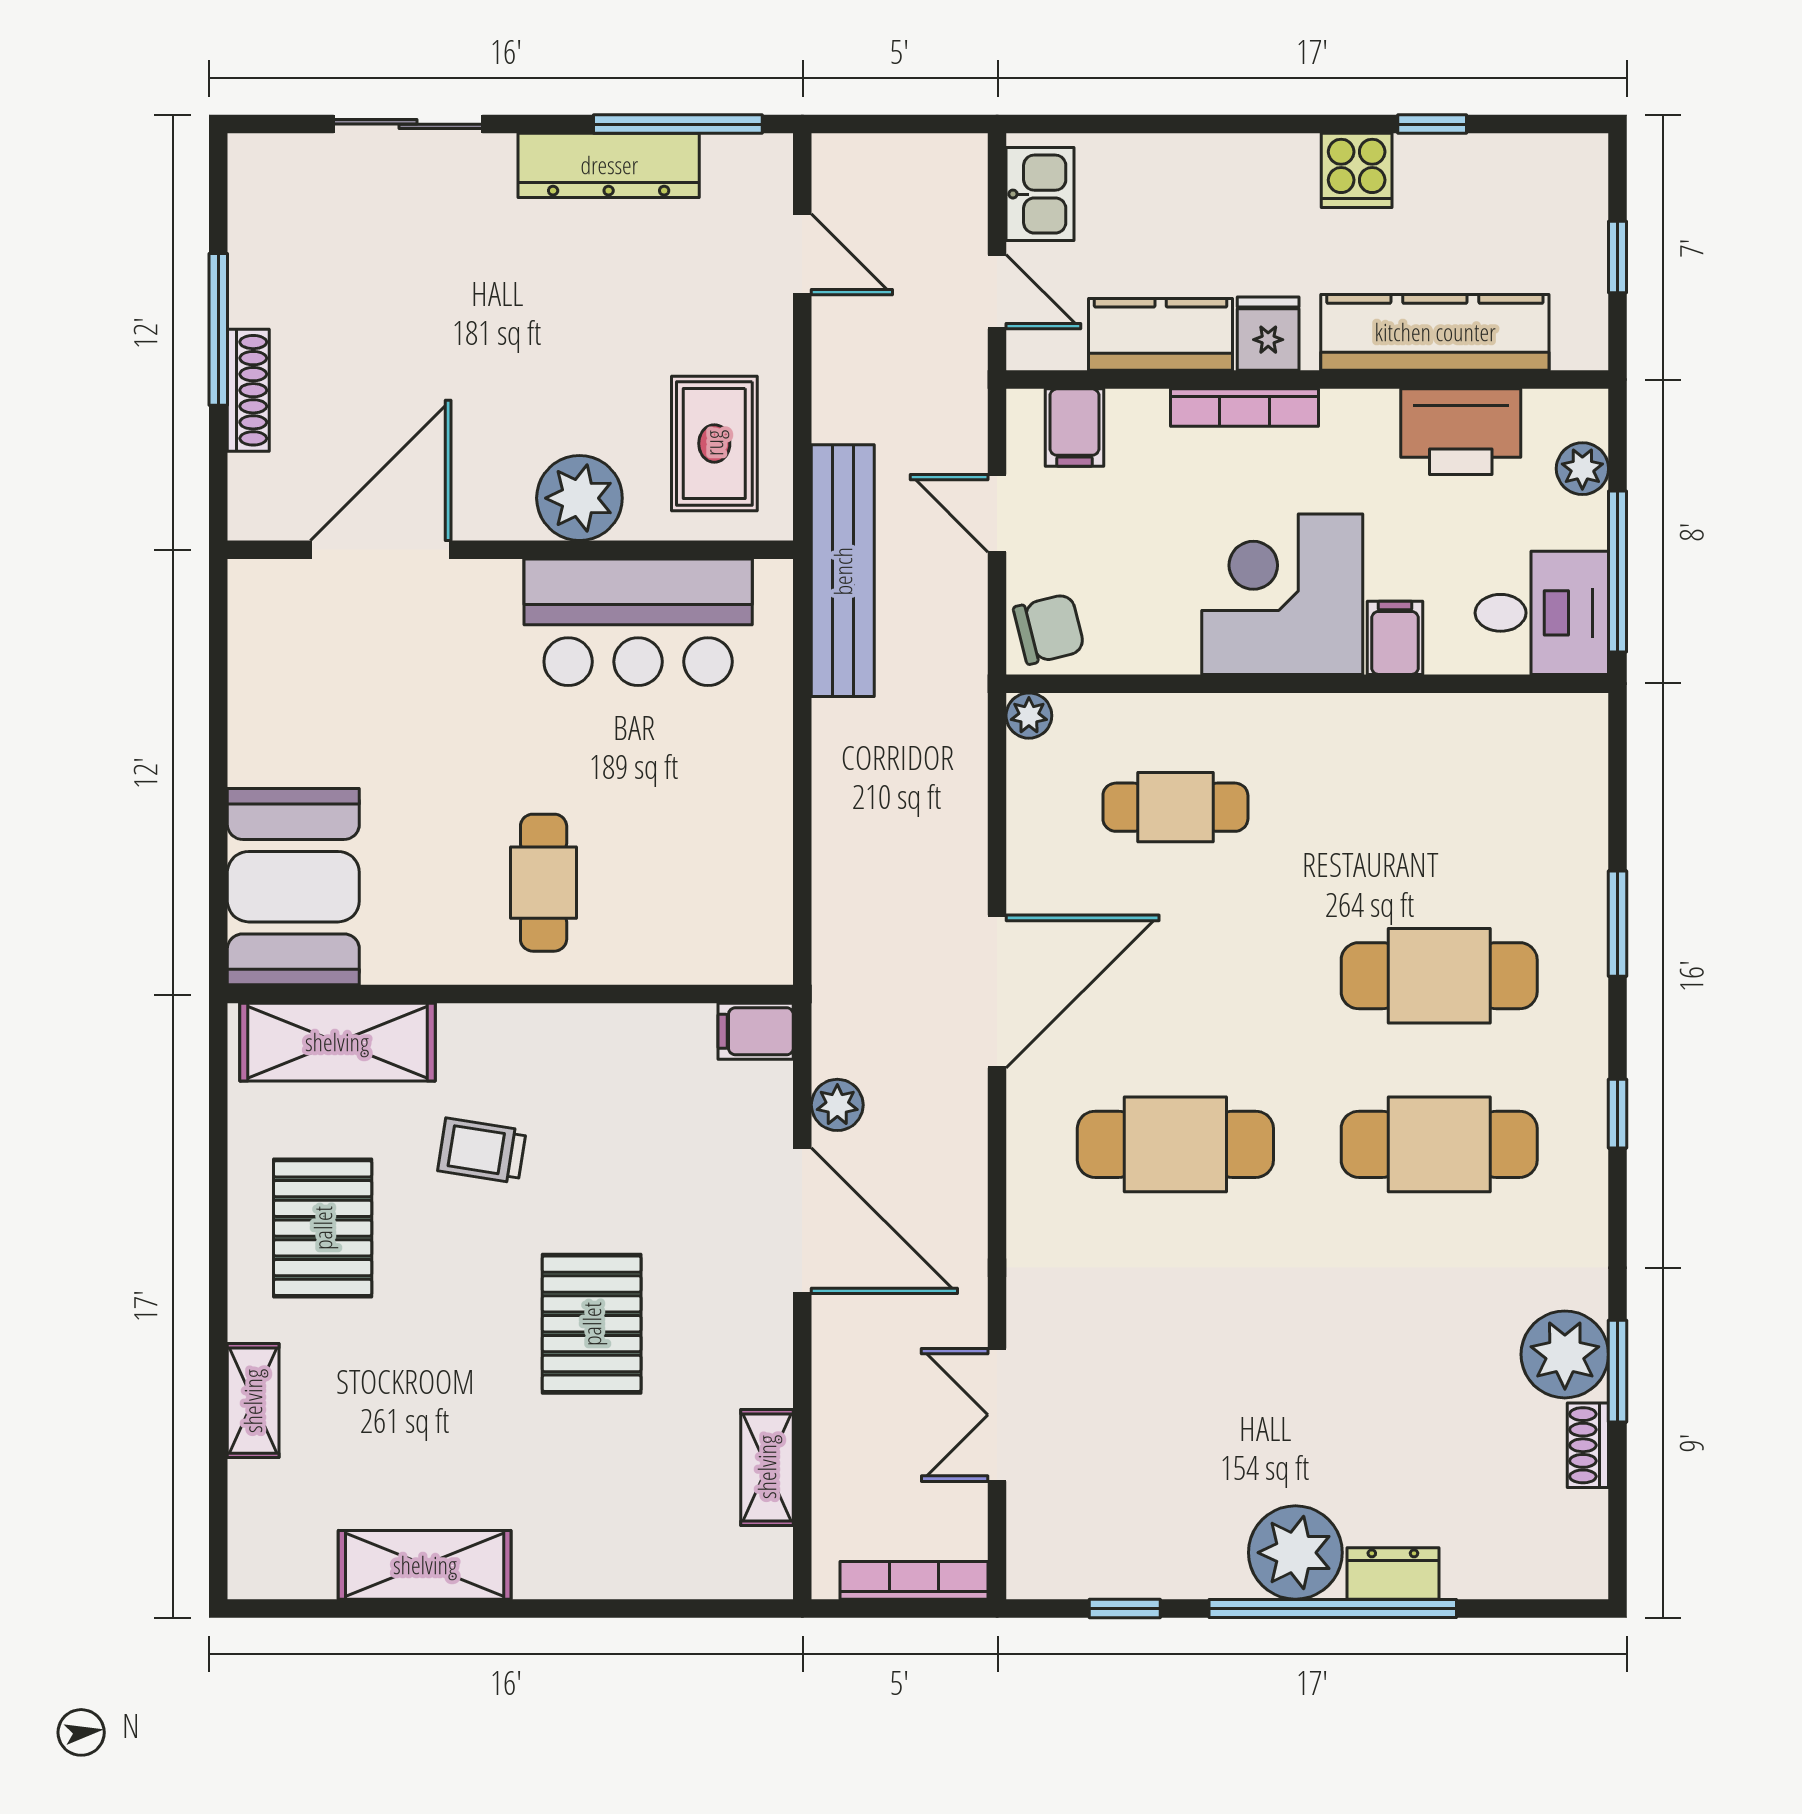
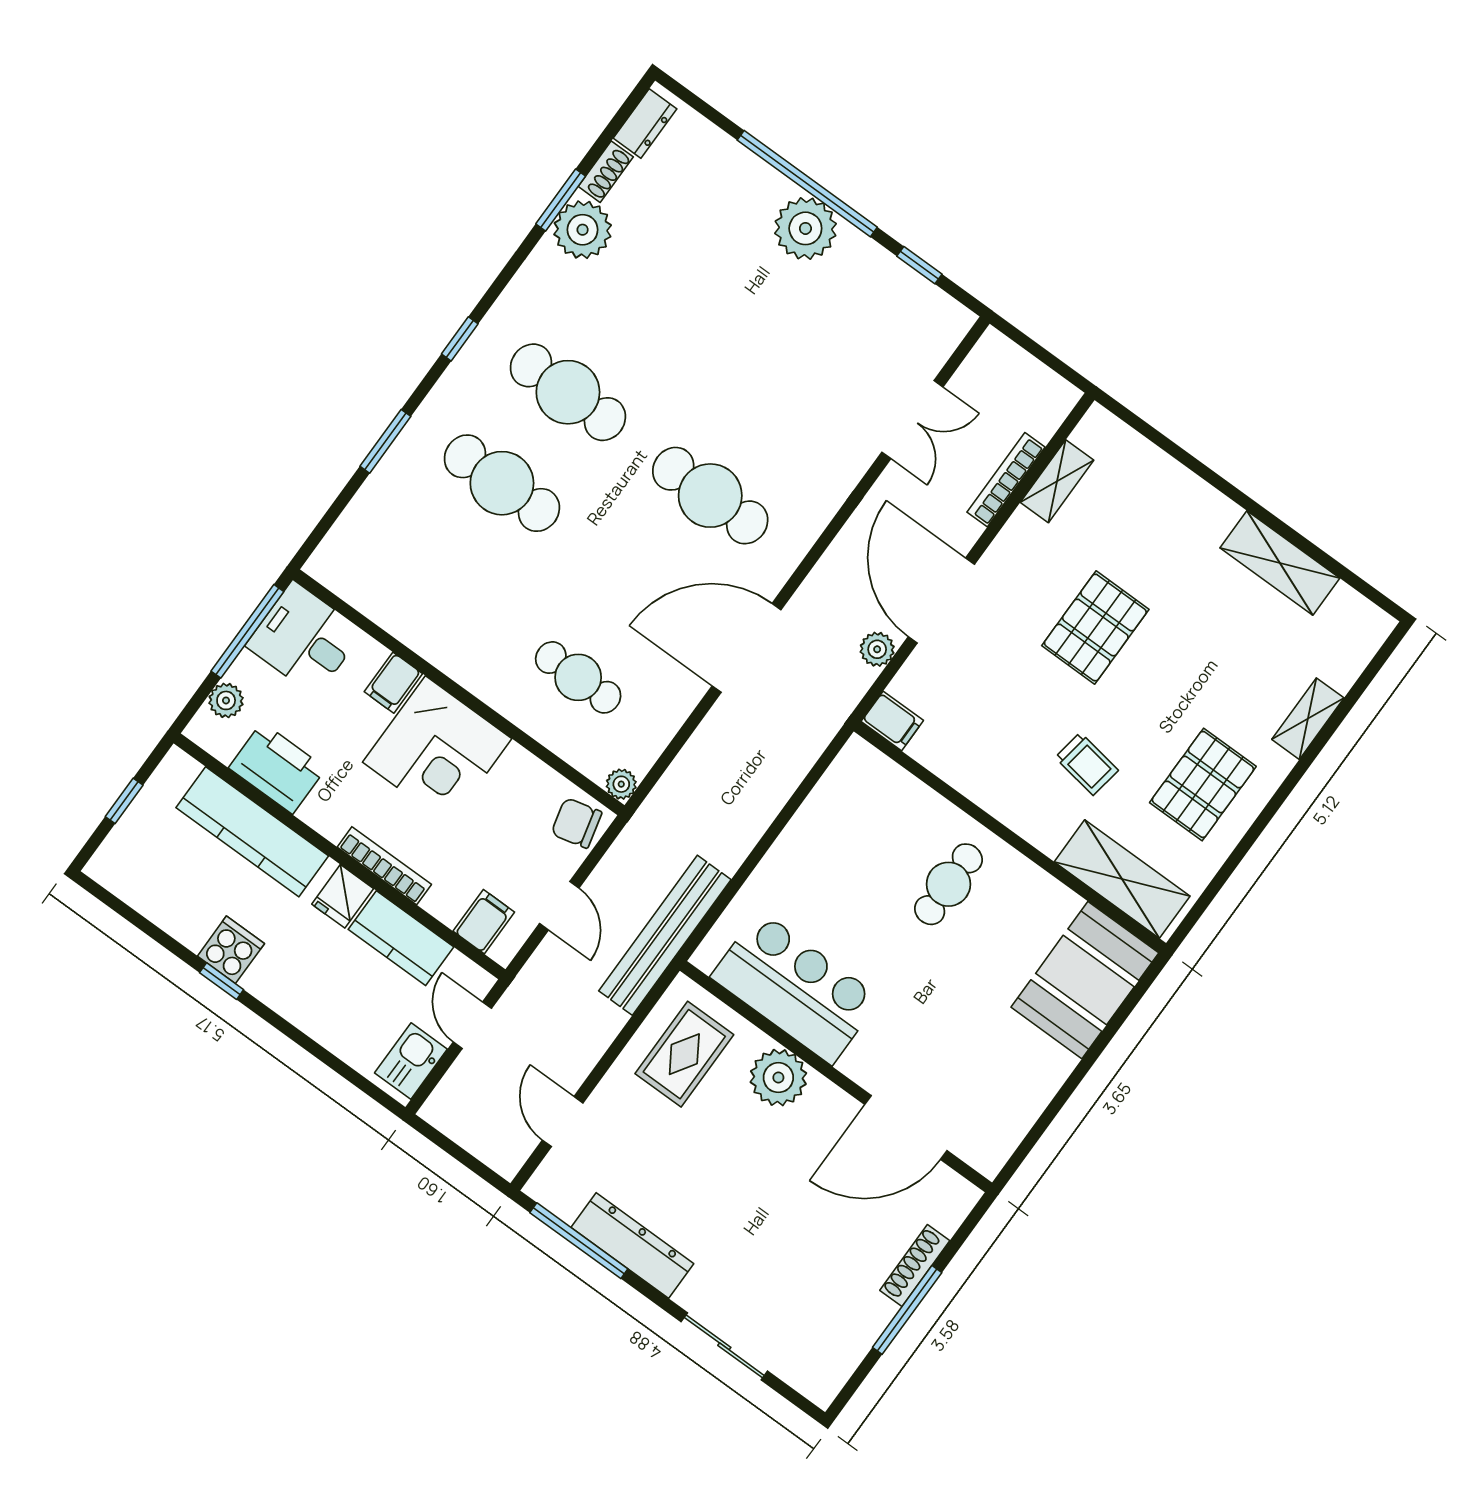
window: (1432, 124) -> (222, 981), moved
dresser: (1393, 1573) -> (645, 124), moved, turned -90
bookcase: (914, 1580) -> (1006, 480), moved, turned 90

